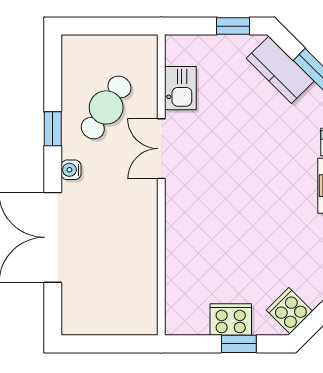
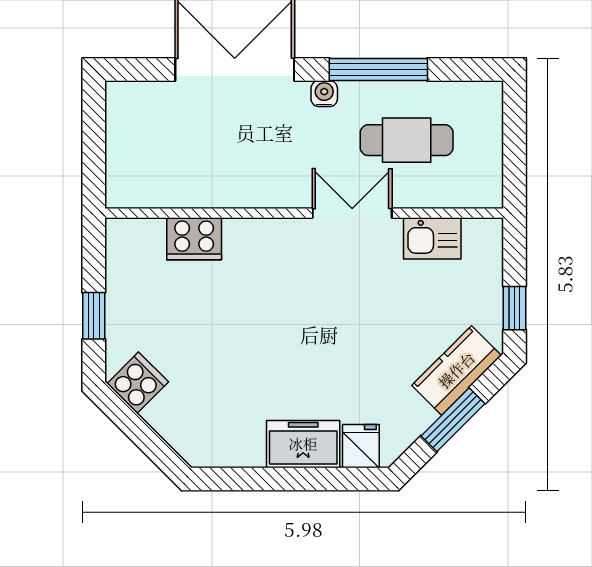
cafe table: (106, 107) -> (407, 140), turned -33
window: (53, 129) -> (378, 69), width x2.17
cooker: (231, 320) -> (194, 239), moved, turned 90

